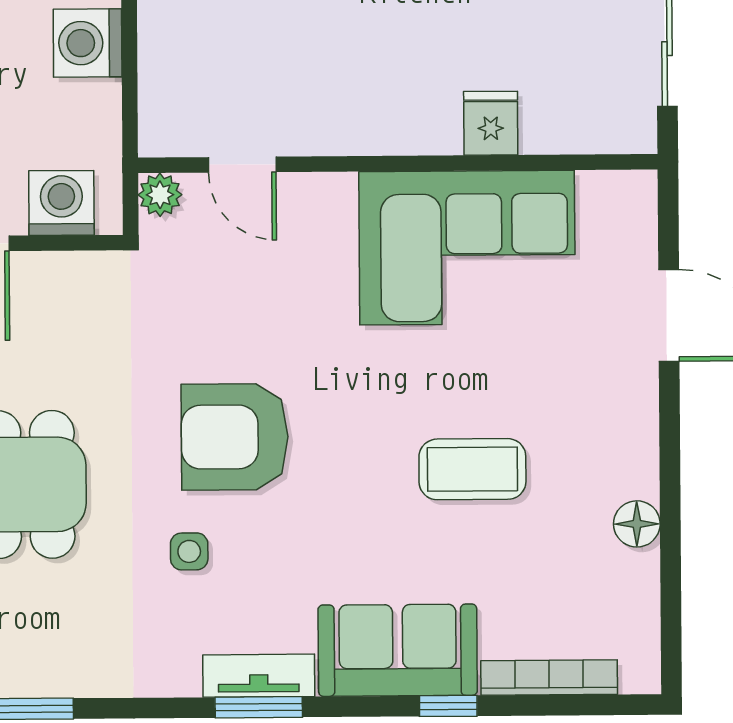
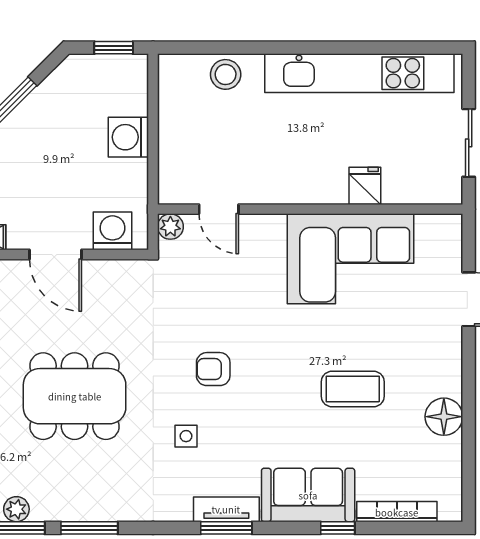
armchair: (235, 437) -> (213, 369), width x0.53, depth x0.53
floor lamp: (637, 524) -> (444, 417), width x1.38, depth x1.38

